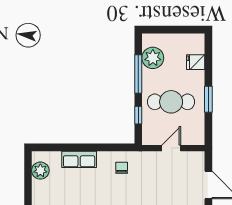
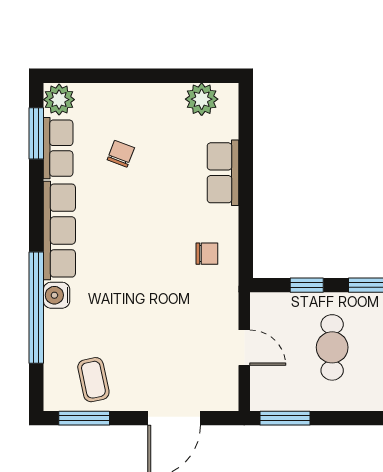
window: (208, 99) -> (285, 418), moved
cafe table: (171, 102) -> (332, 347), width x0.73, depth x0.74

